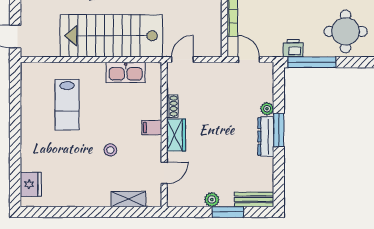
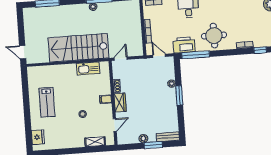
printer: (293, 48) -> (184, 45), width x1.87, depth x1.48
lab bench: (67, 105) -> (47, 102), moved
dresser: (266, 136) -> (172, 100), removed

